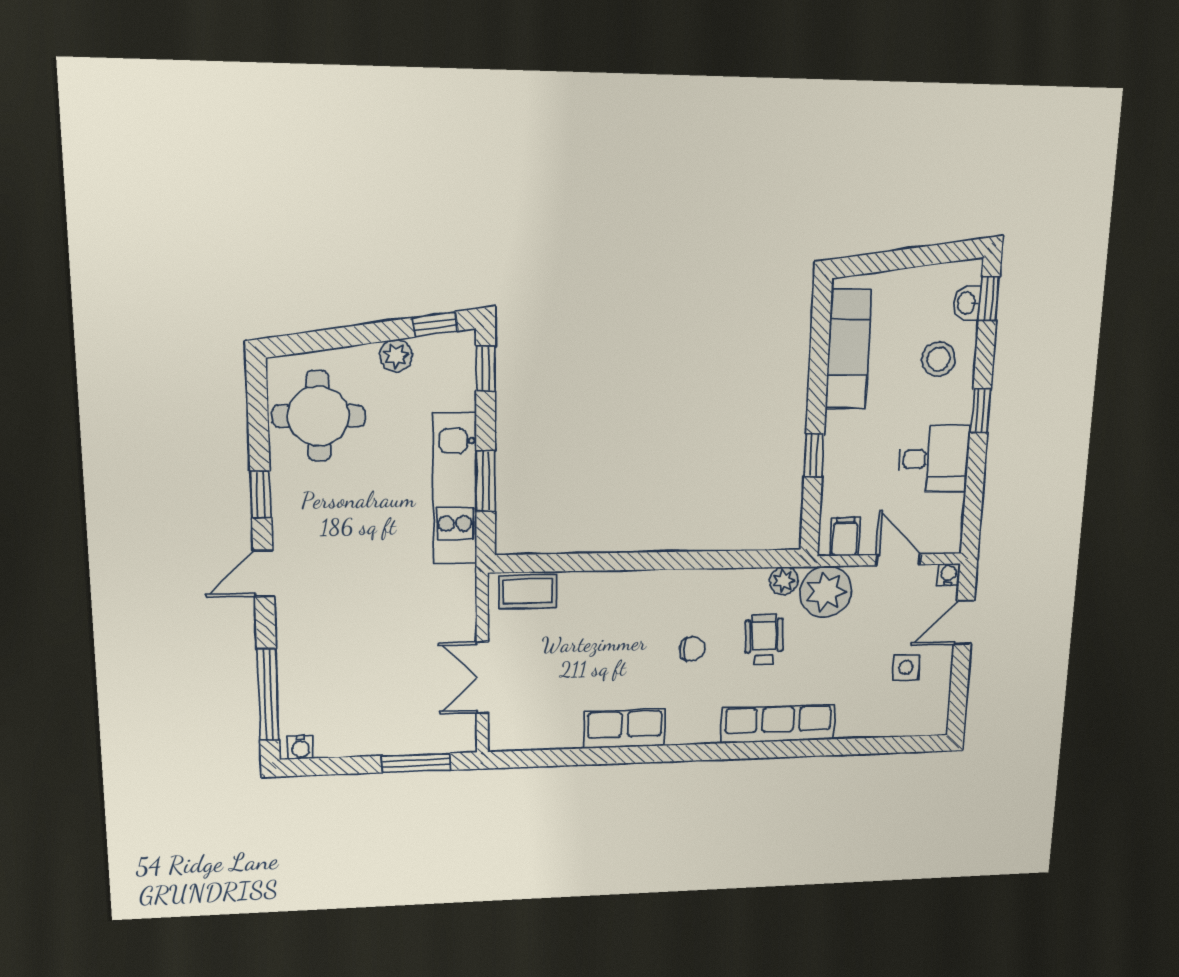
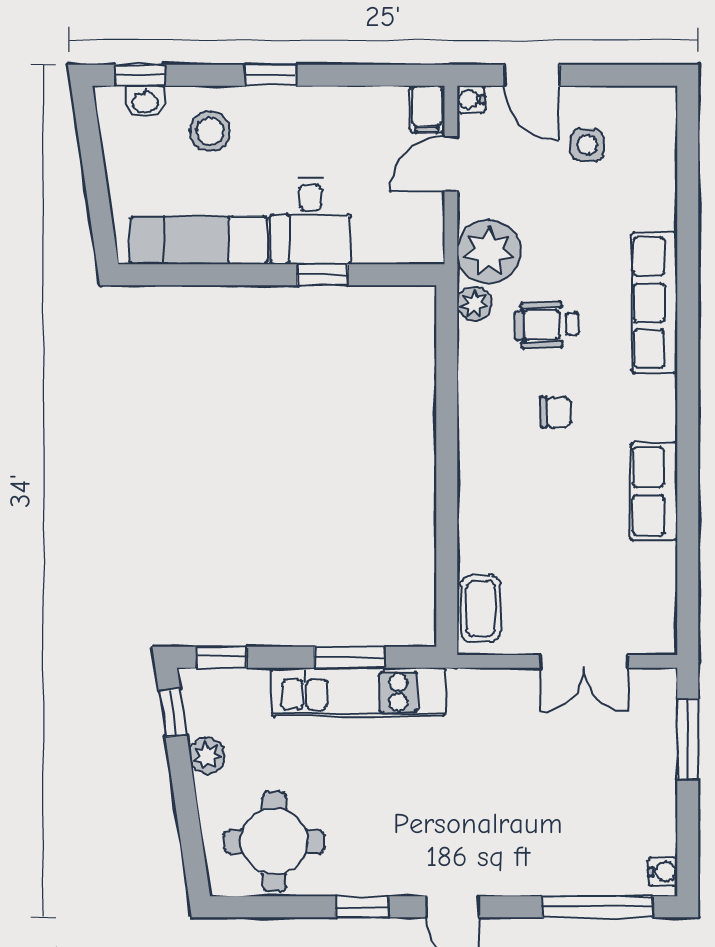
desk: (933, 459) -> (311, 221), moved, turned 180
filing cabinet: (845, 537) -> (427, 109), moved, turned -90
chair: (692, 649) -> (556, 412), turned 90

